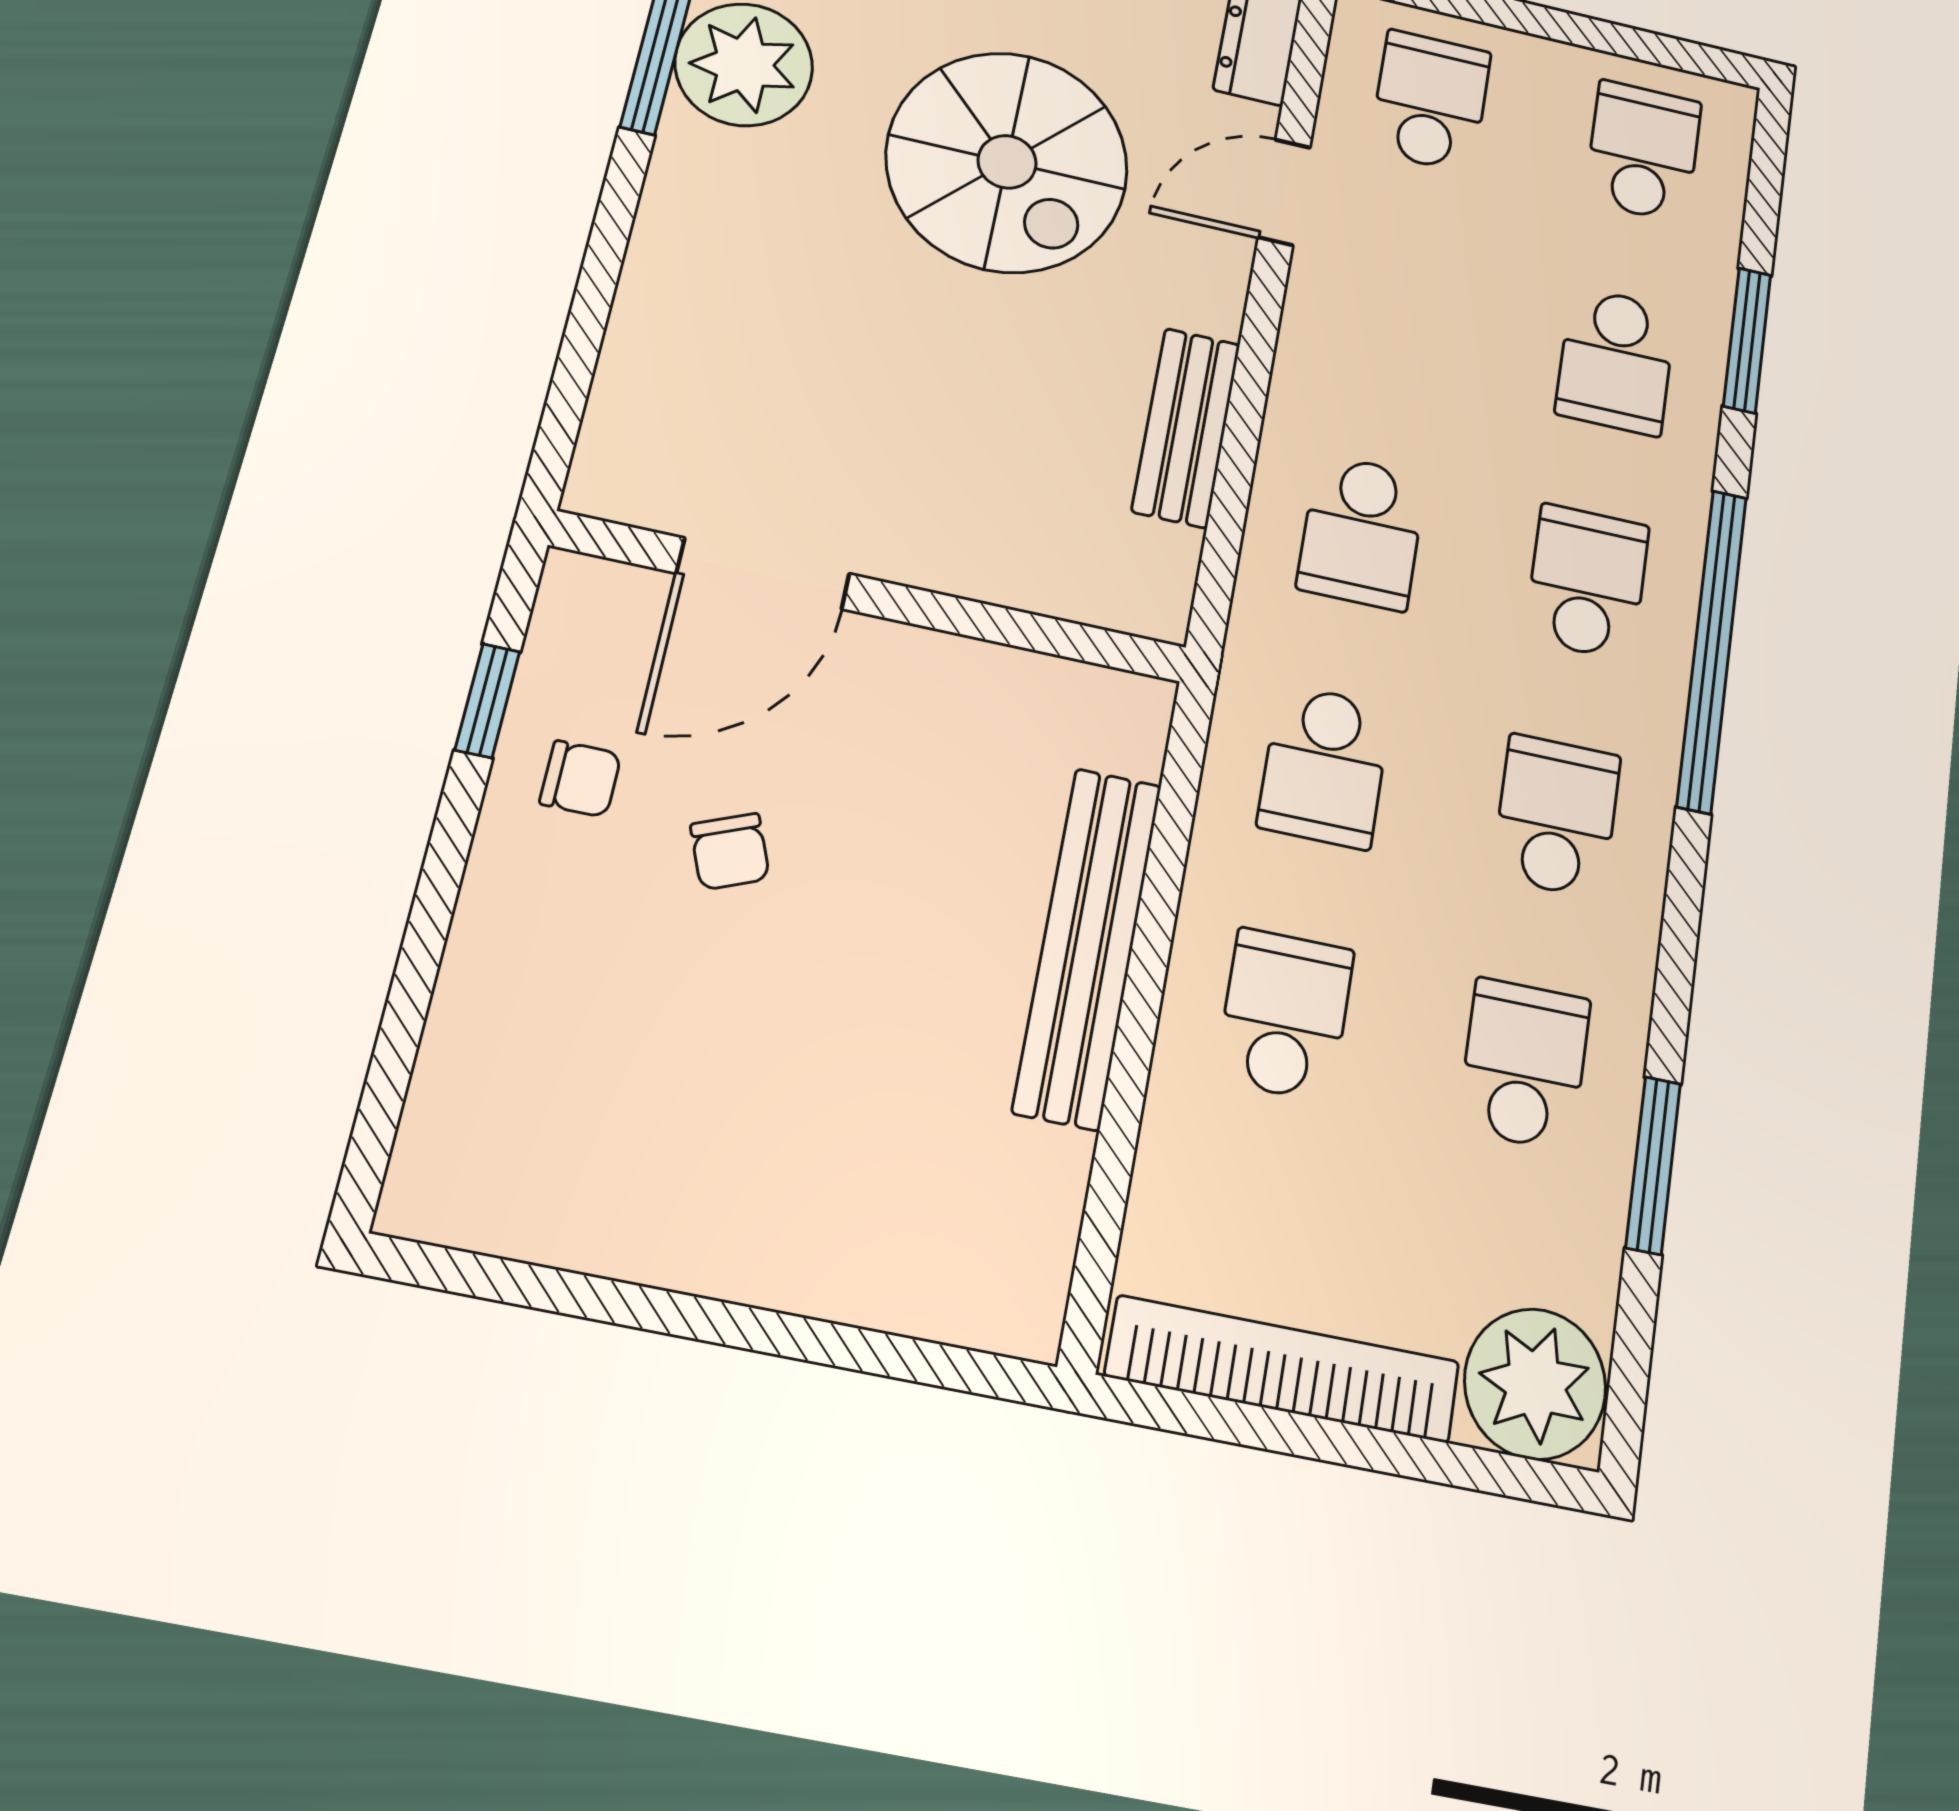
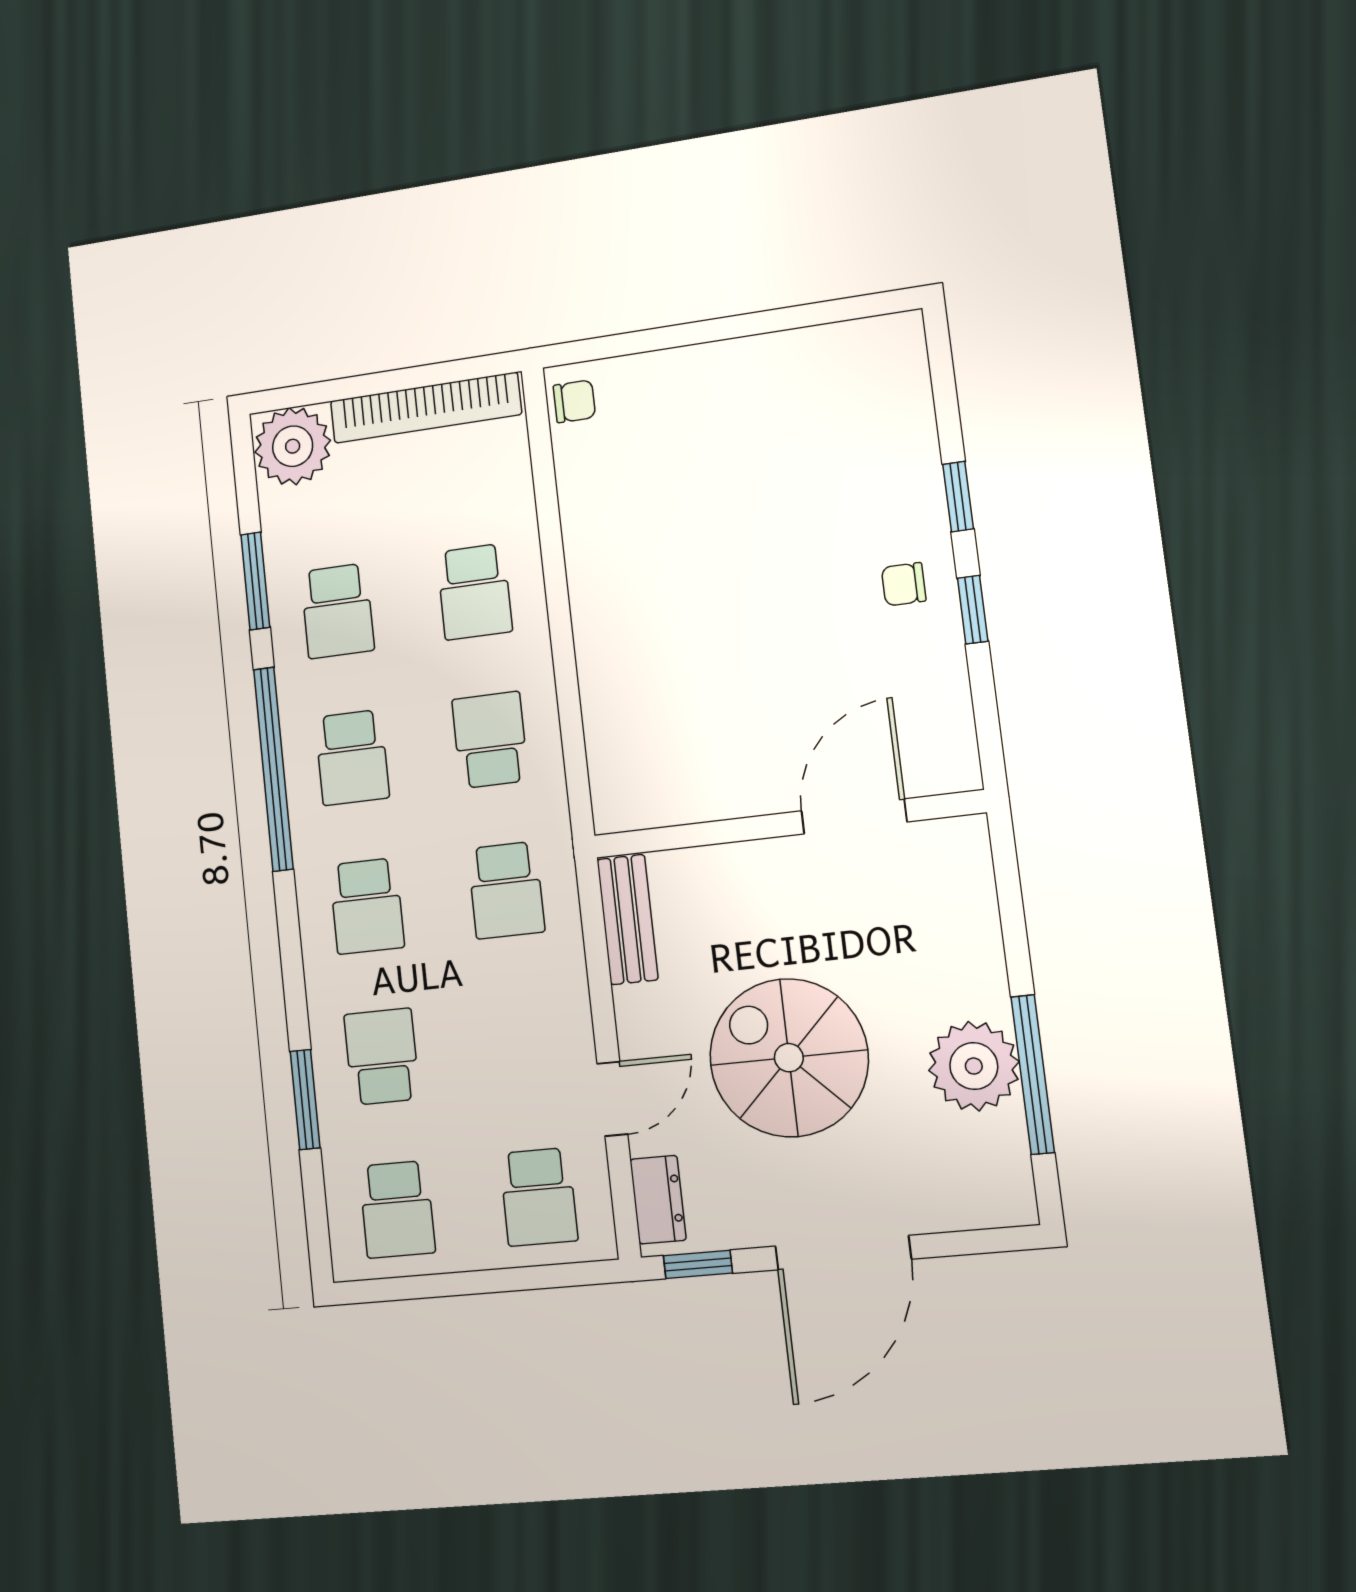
school desk: (1362, 532) -> (506, 890), turned 180
door: (763, 573) -> (854, 816), moved
wall: (870, 597) -> (788, 824), moved
window: (1712, 650) -> (273, 769), moved
chair: (730, 852) -> (574, 401), moved, turned 112
window: (438, 888) -> (958, 497), added
bench: (1088, 947) -> (593, 591), removed

